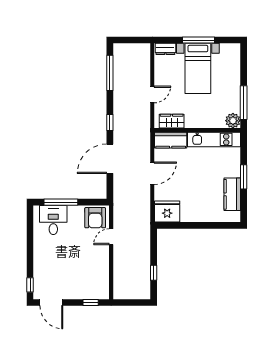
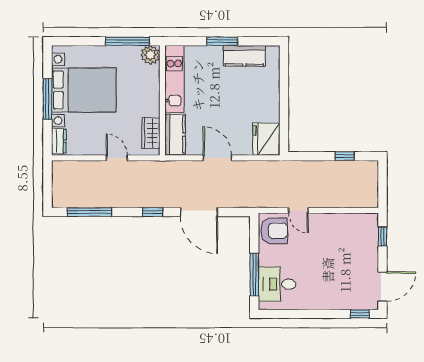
bed with nightstands: (198, 68) -> (84, 90), width x1.36

